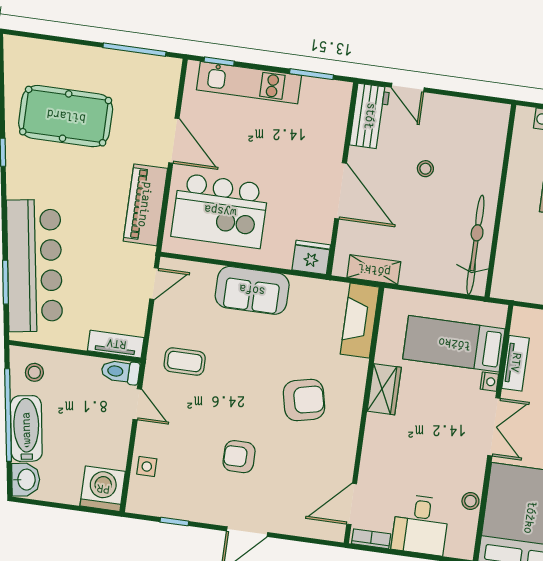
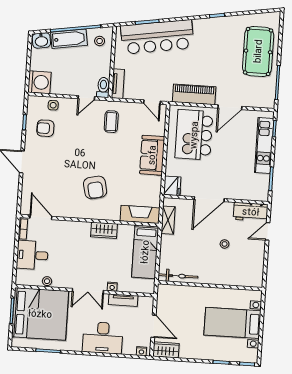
pool table: (66, 116) -> (258, 51), moved
bicycle: (475, 245) -> (178, 276), width x0.73, depth x0.71
bed: (454, 344) -> (145, 252), moved, turned 180
armchair: (239, 457) -> (45, 128), moved, turned -90

